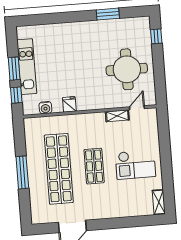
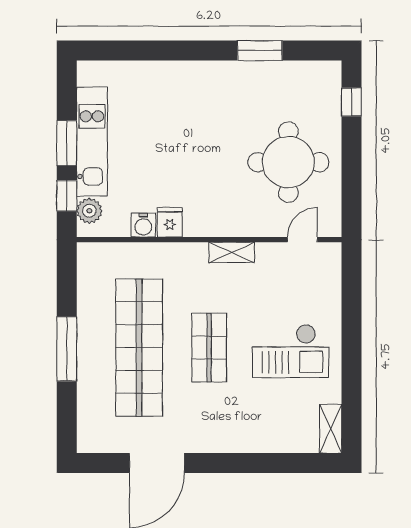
plant: (28, 102) -> (89, 211), added
water cooler: (45, 108) -> (143, 225), moved
shelving: (117, 116) -> (232, 252), moved

